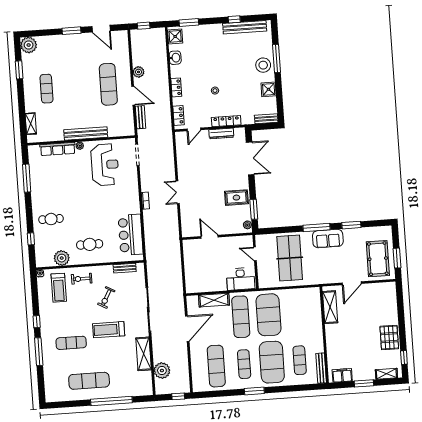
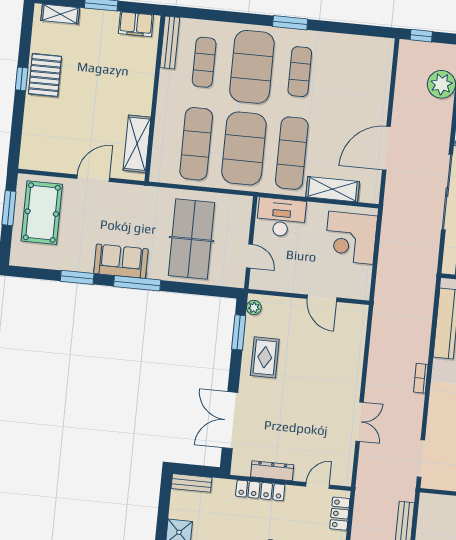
double door: (178, 192) -> (360, 422), moved
rug: (236, 198) -> (265, 357), turned 90
corner desk: (199, 274) -> (351, 238), added
window: (404, 358) -> (22, 79), moved
exercise mat: (216, 366) -> (196, 144), moved

